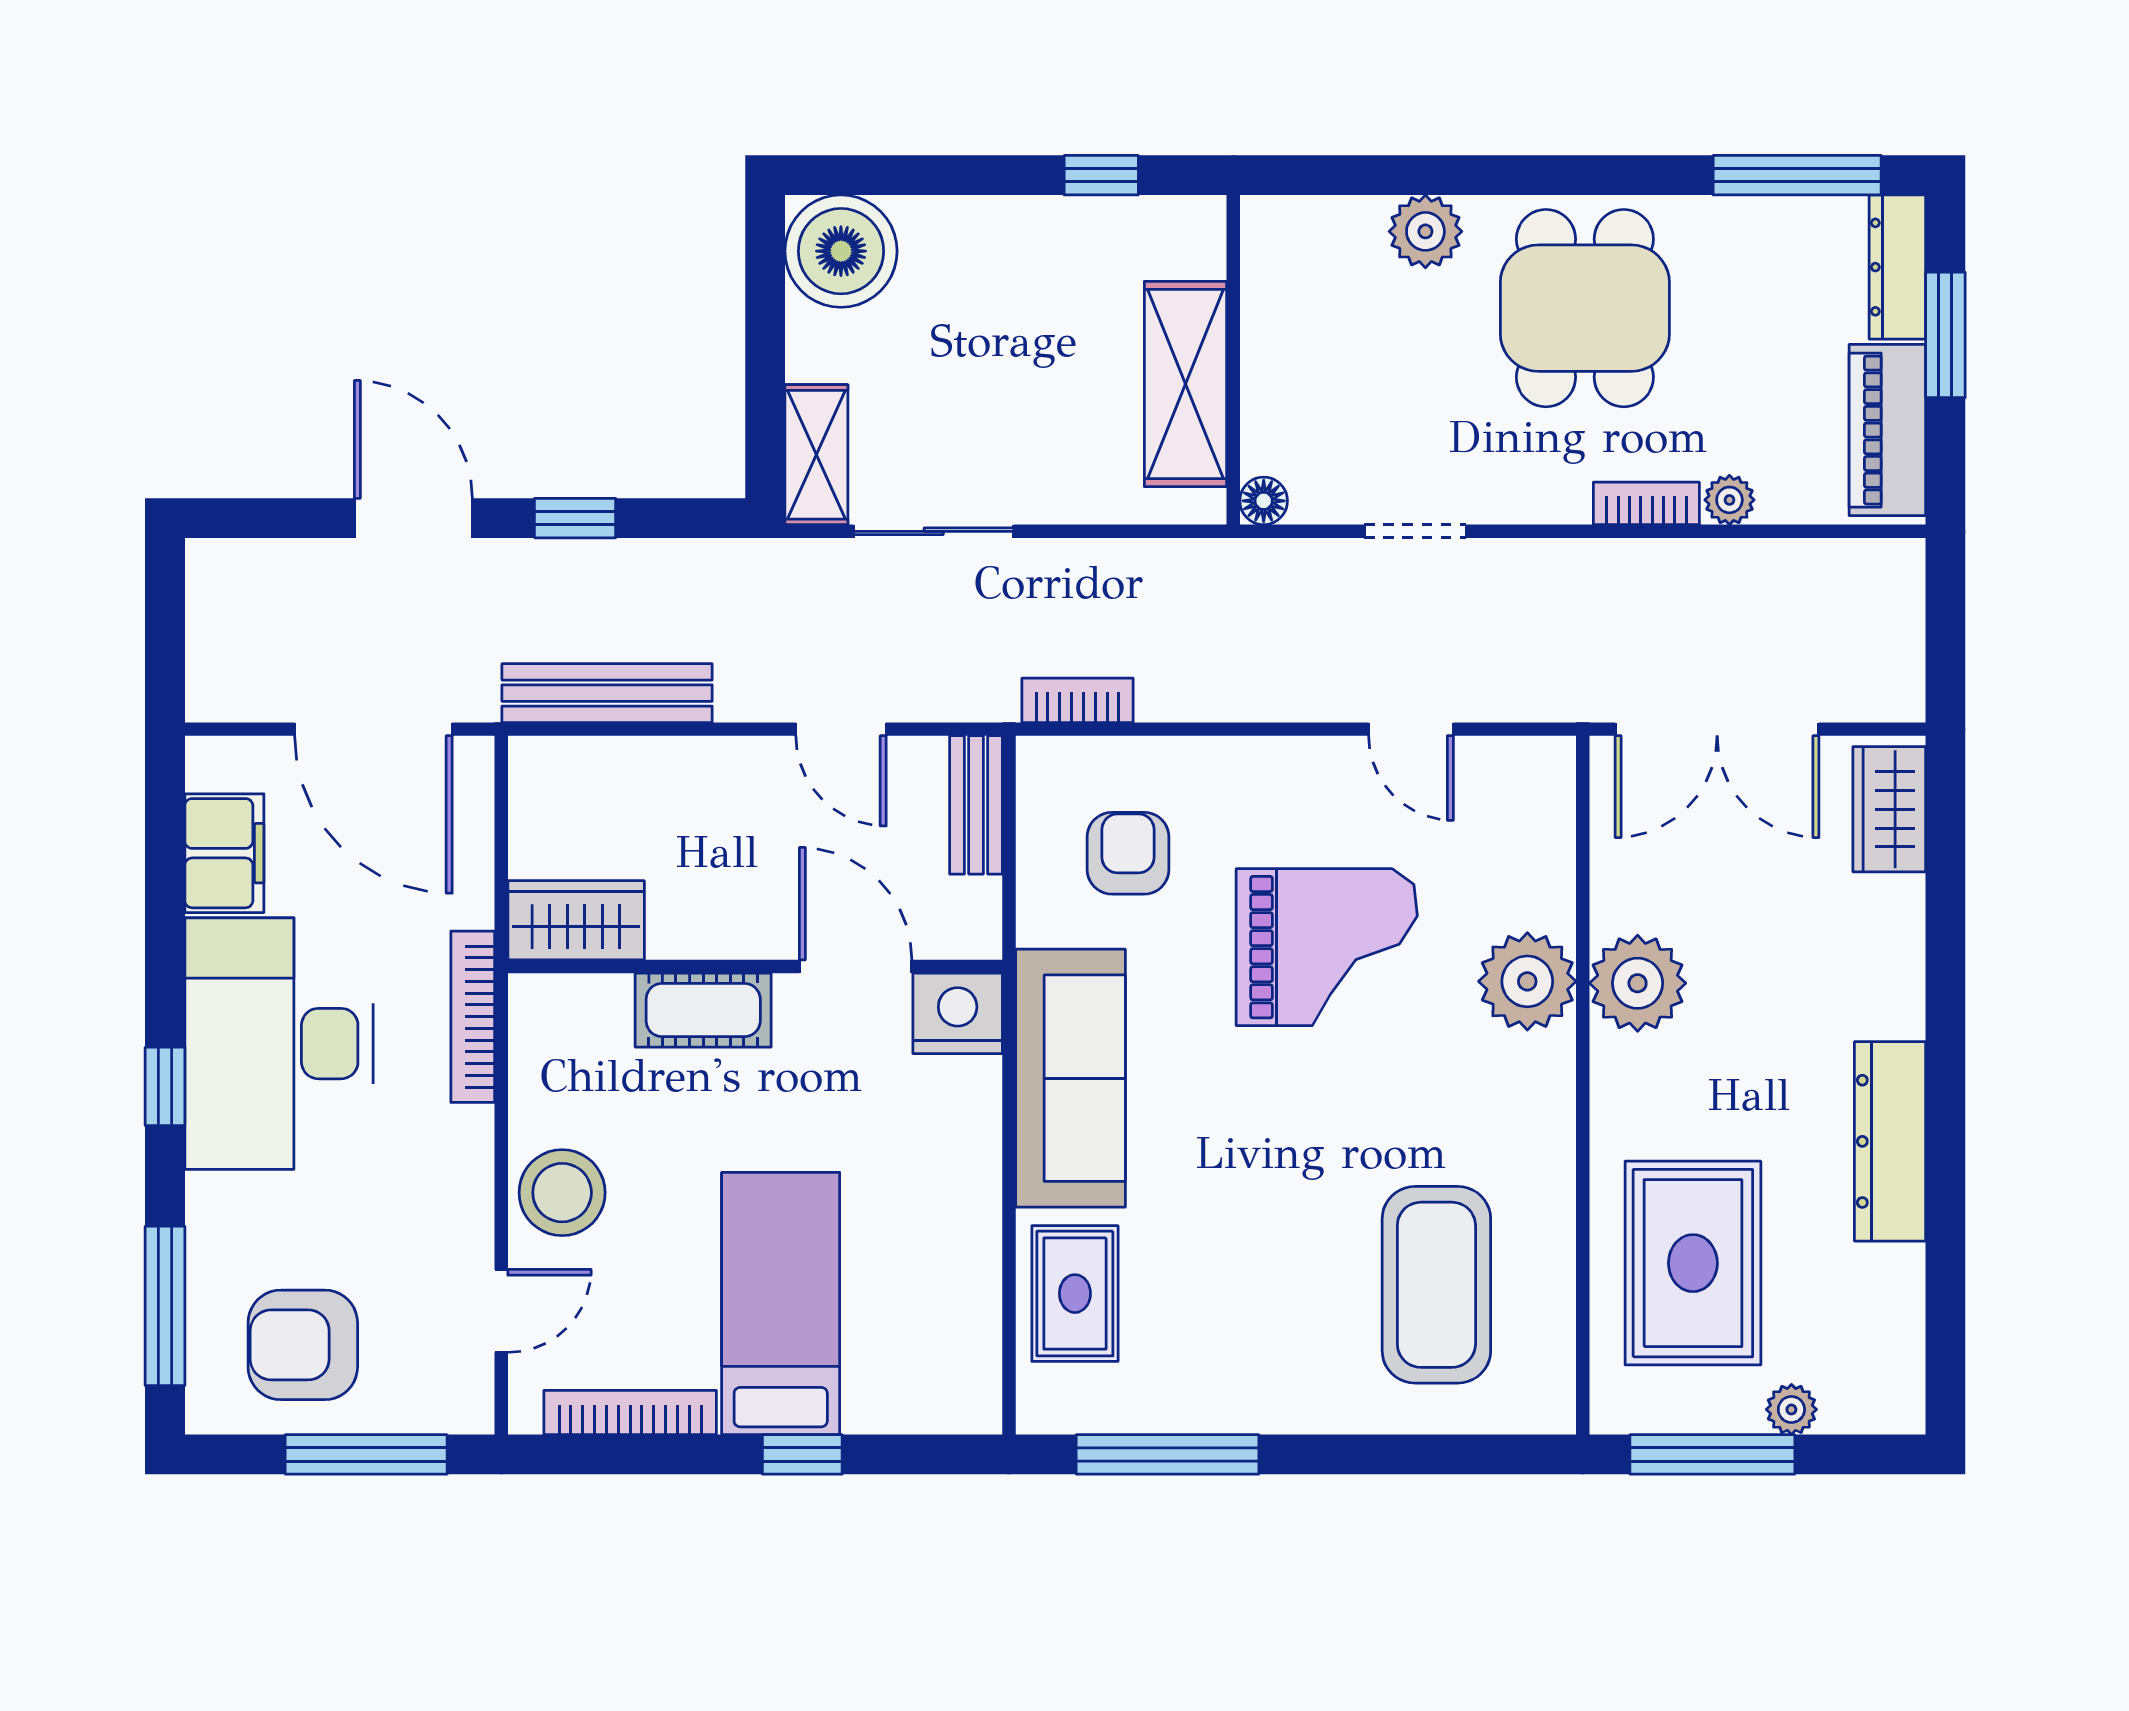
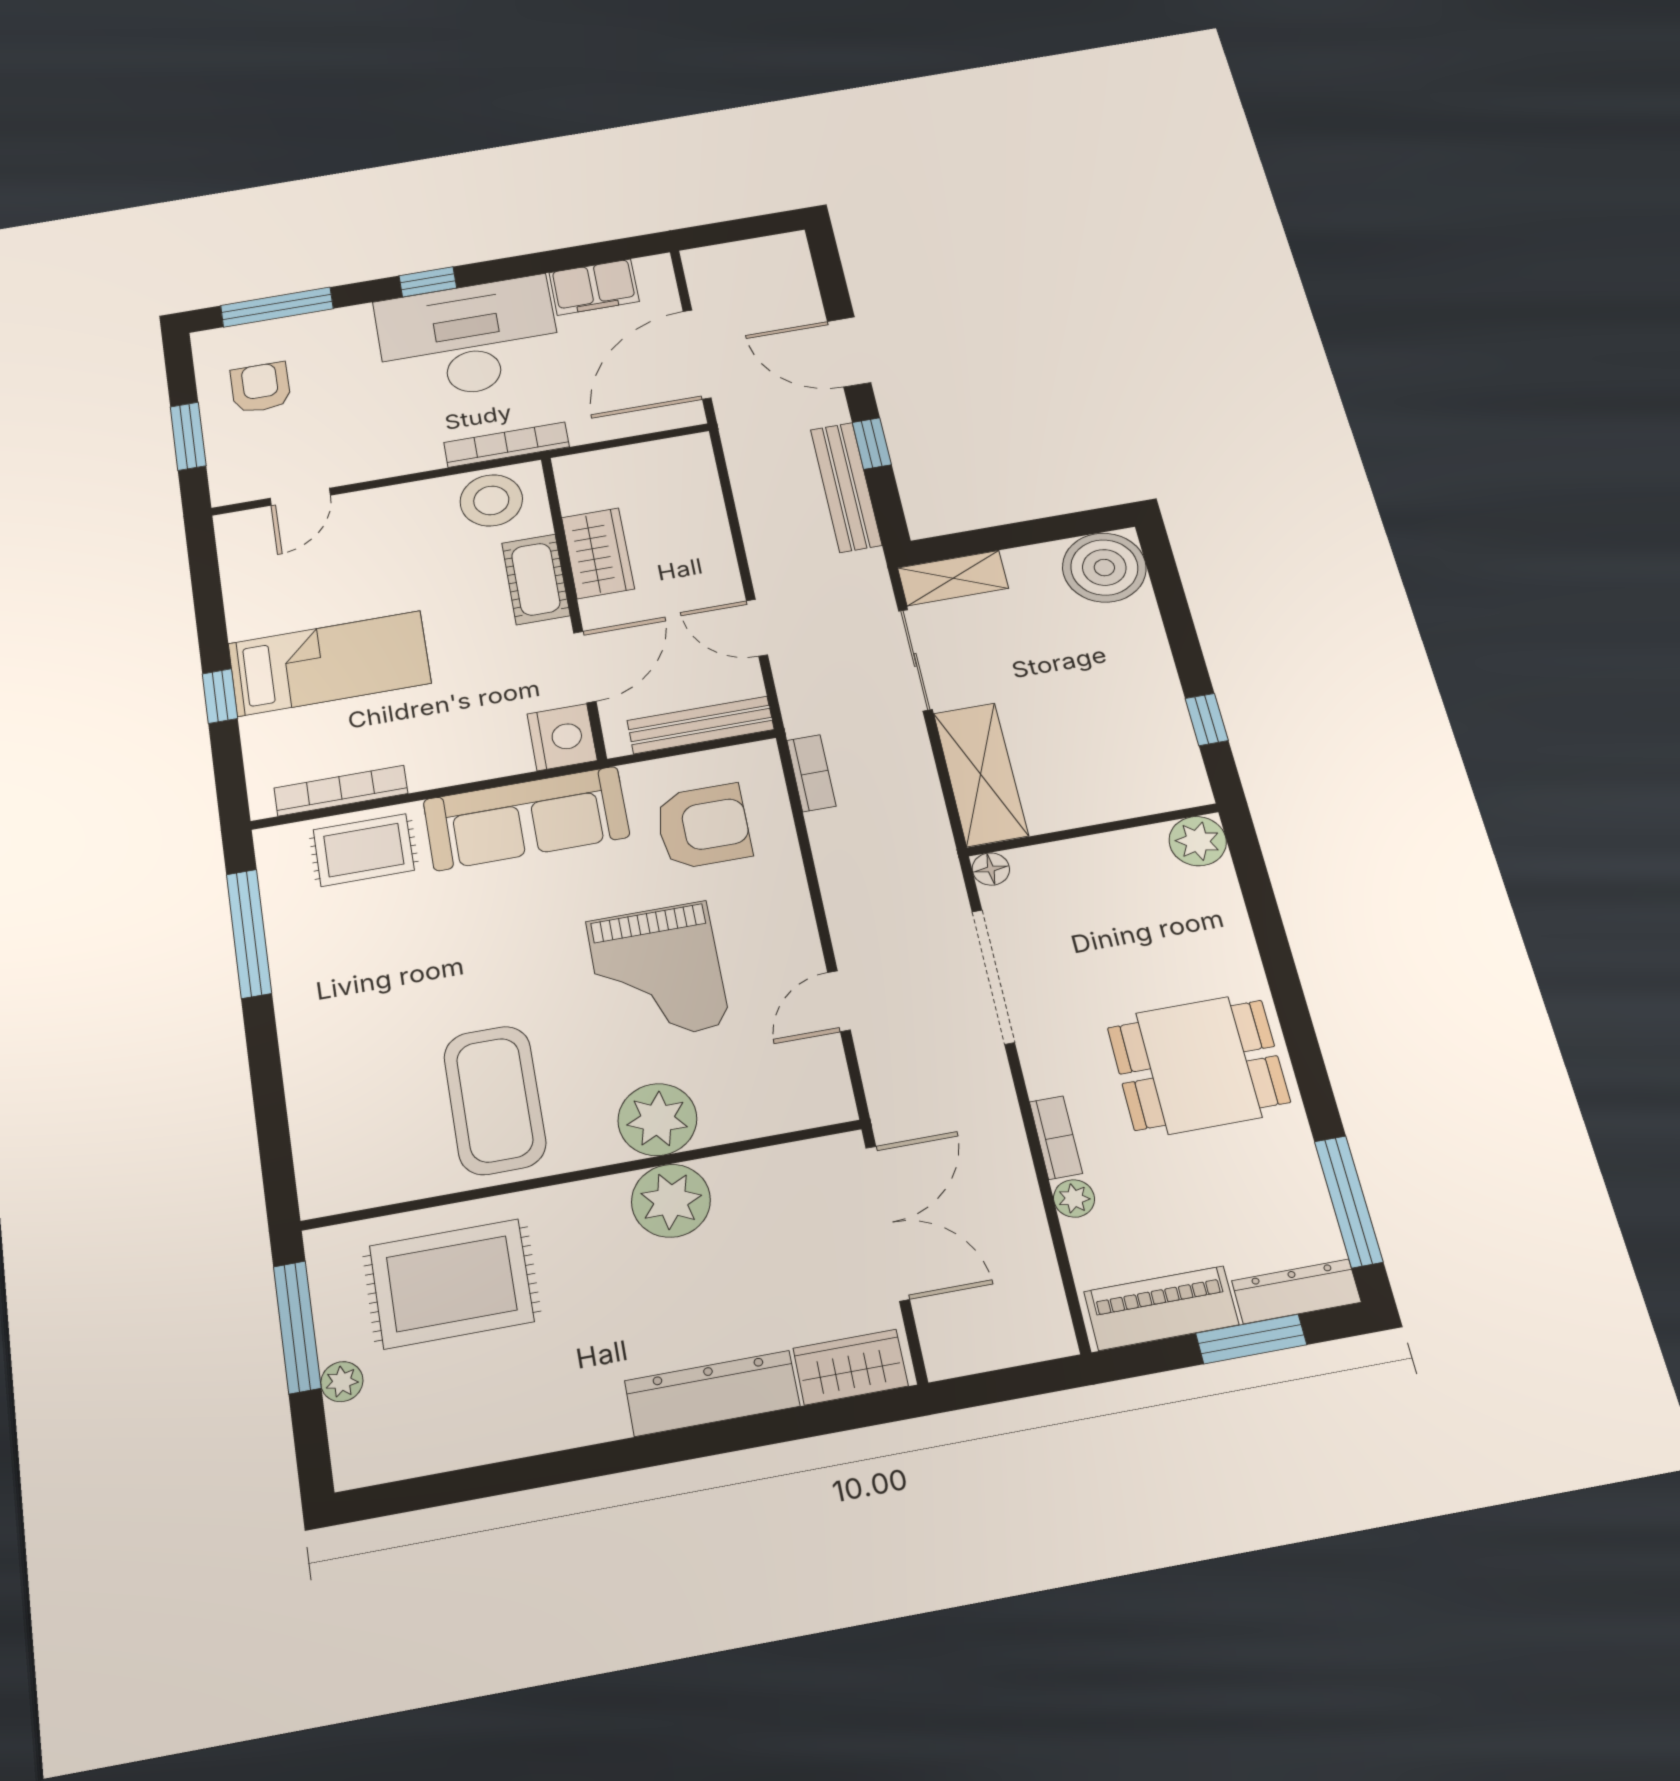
plant: (1425, 231) -> (1198, 841), moved
shelving: (1186, 384) -> (981, 774), moved, turned 90
door: (413, 518) -> (849, 352), swing flipped
doorway: (1415, 531) -> (993, 977), width x1.88
bench: (607, 693) -> (846, 487), moved
door: (841, 729) -> (757, 628), hinge flipped
double door: (1717, 729) -> (887, 1223), swing flipped
bench: (976, 805) -> (701, 725), width x1.36
armchair: (1128, 853) -> (703, 826), width x1.38, depth x1.38
wardrobe: (576, 920) -> (598, 553), moved
dresser: (1890, 1141) -> (712, 1393), moved
stool: (562, 1193) -> (491, 500), moved
coffee table: (1436, 1285) -> (495, 1100), moved, turned 90
door: (501, 1311) -> (300, 497), hinge flipped
armchair: (303, 1345) -> (260, 388), width x0.72, depth x0.72
bookcase: (630, 1413) -> (341, 791), moved, turned -90
window: (366, 1454) -> (188, 436), width x0.69

